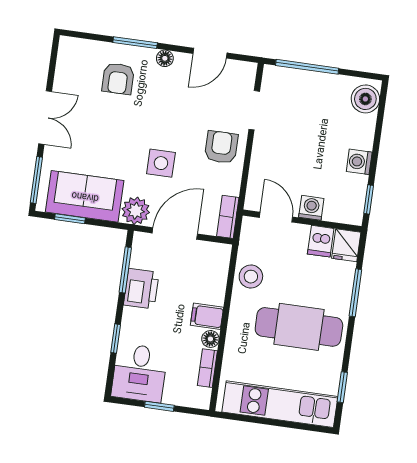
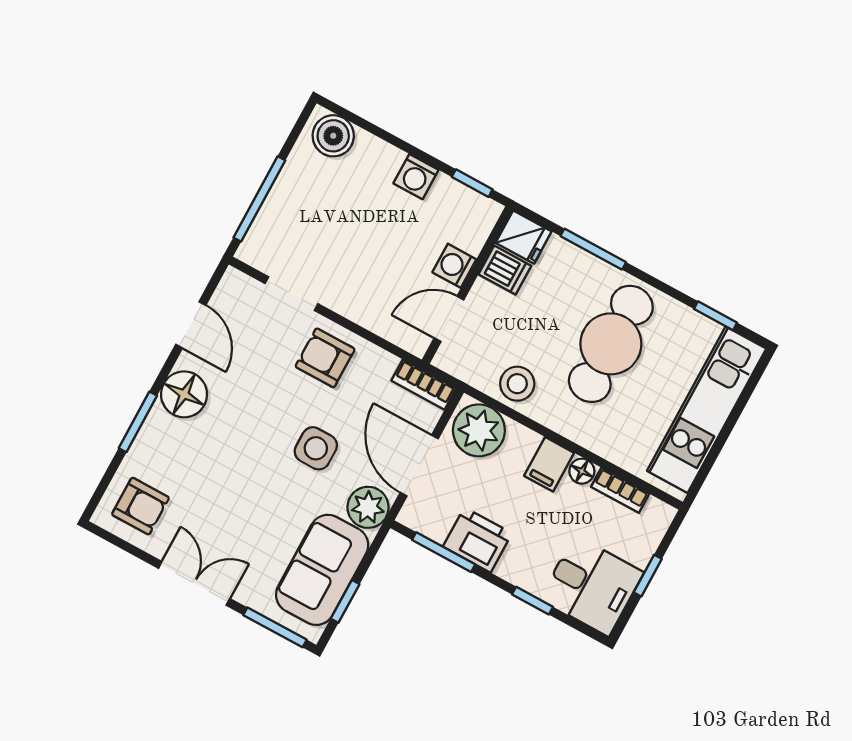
floor lamp: (165, 58) -> (184, 394), width x1.89, depth x1.89
armchair: (118, 79) -> (140, 506), moved
plant: (212, 263) -> (479, 430), added

